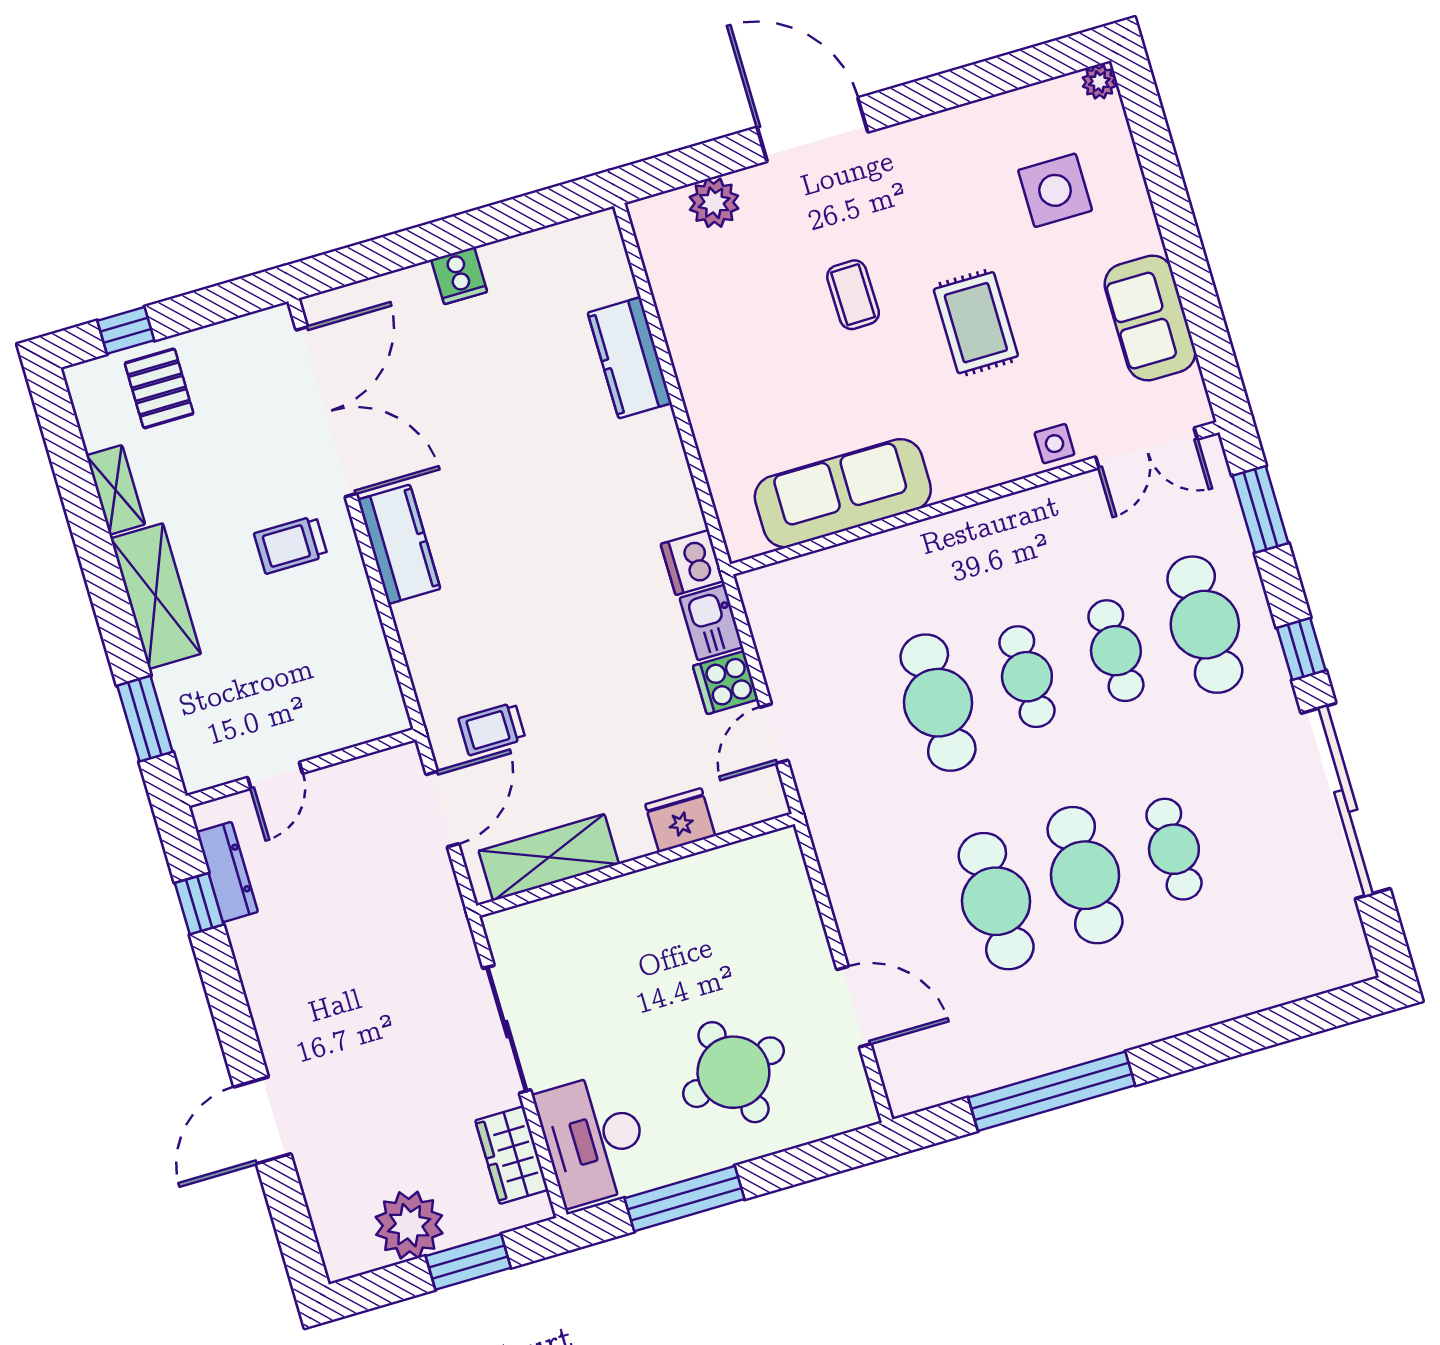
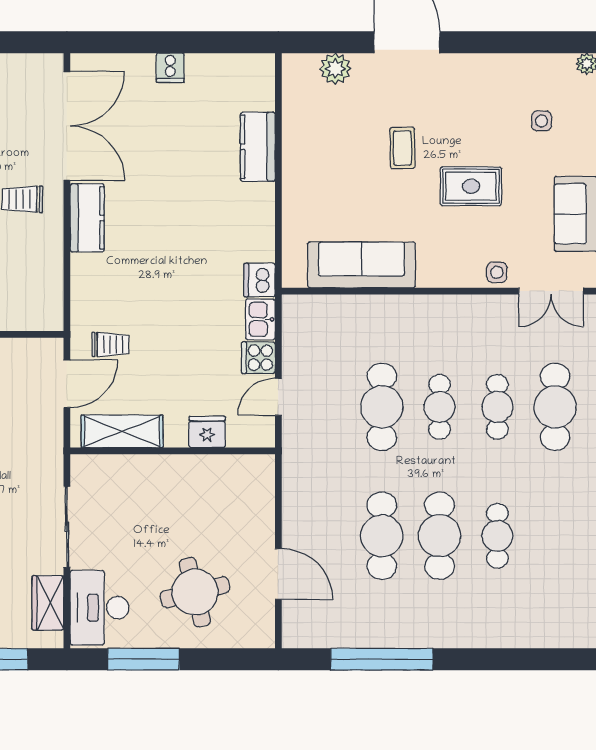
side table: (1055, 190) -> (541, 121), width x0.54, depth x0.54
rug: (976, 323) -> (471, 186), turned 90
trolley: (492, 729) -> (110, 345), turned 180

